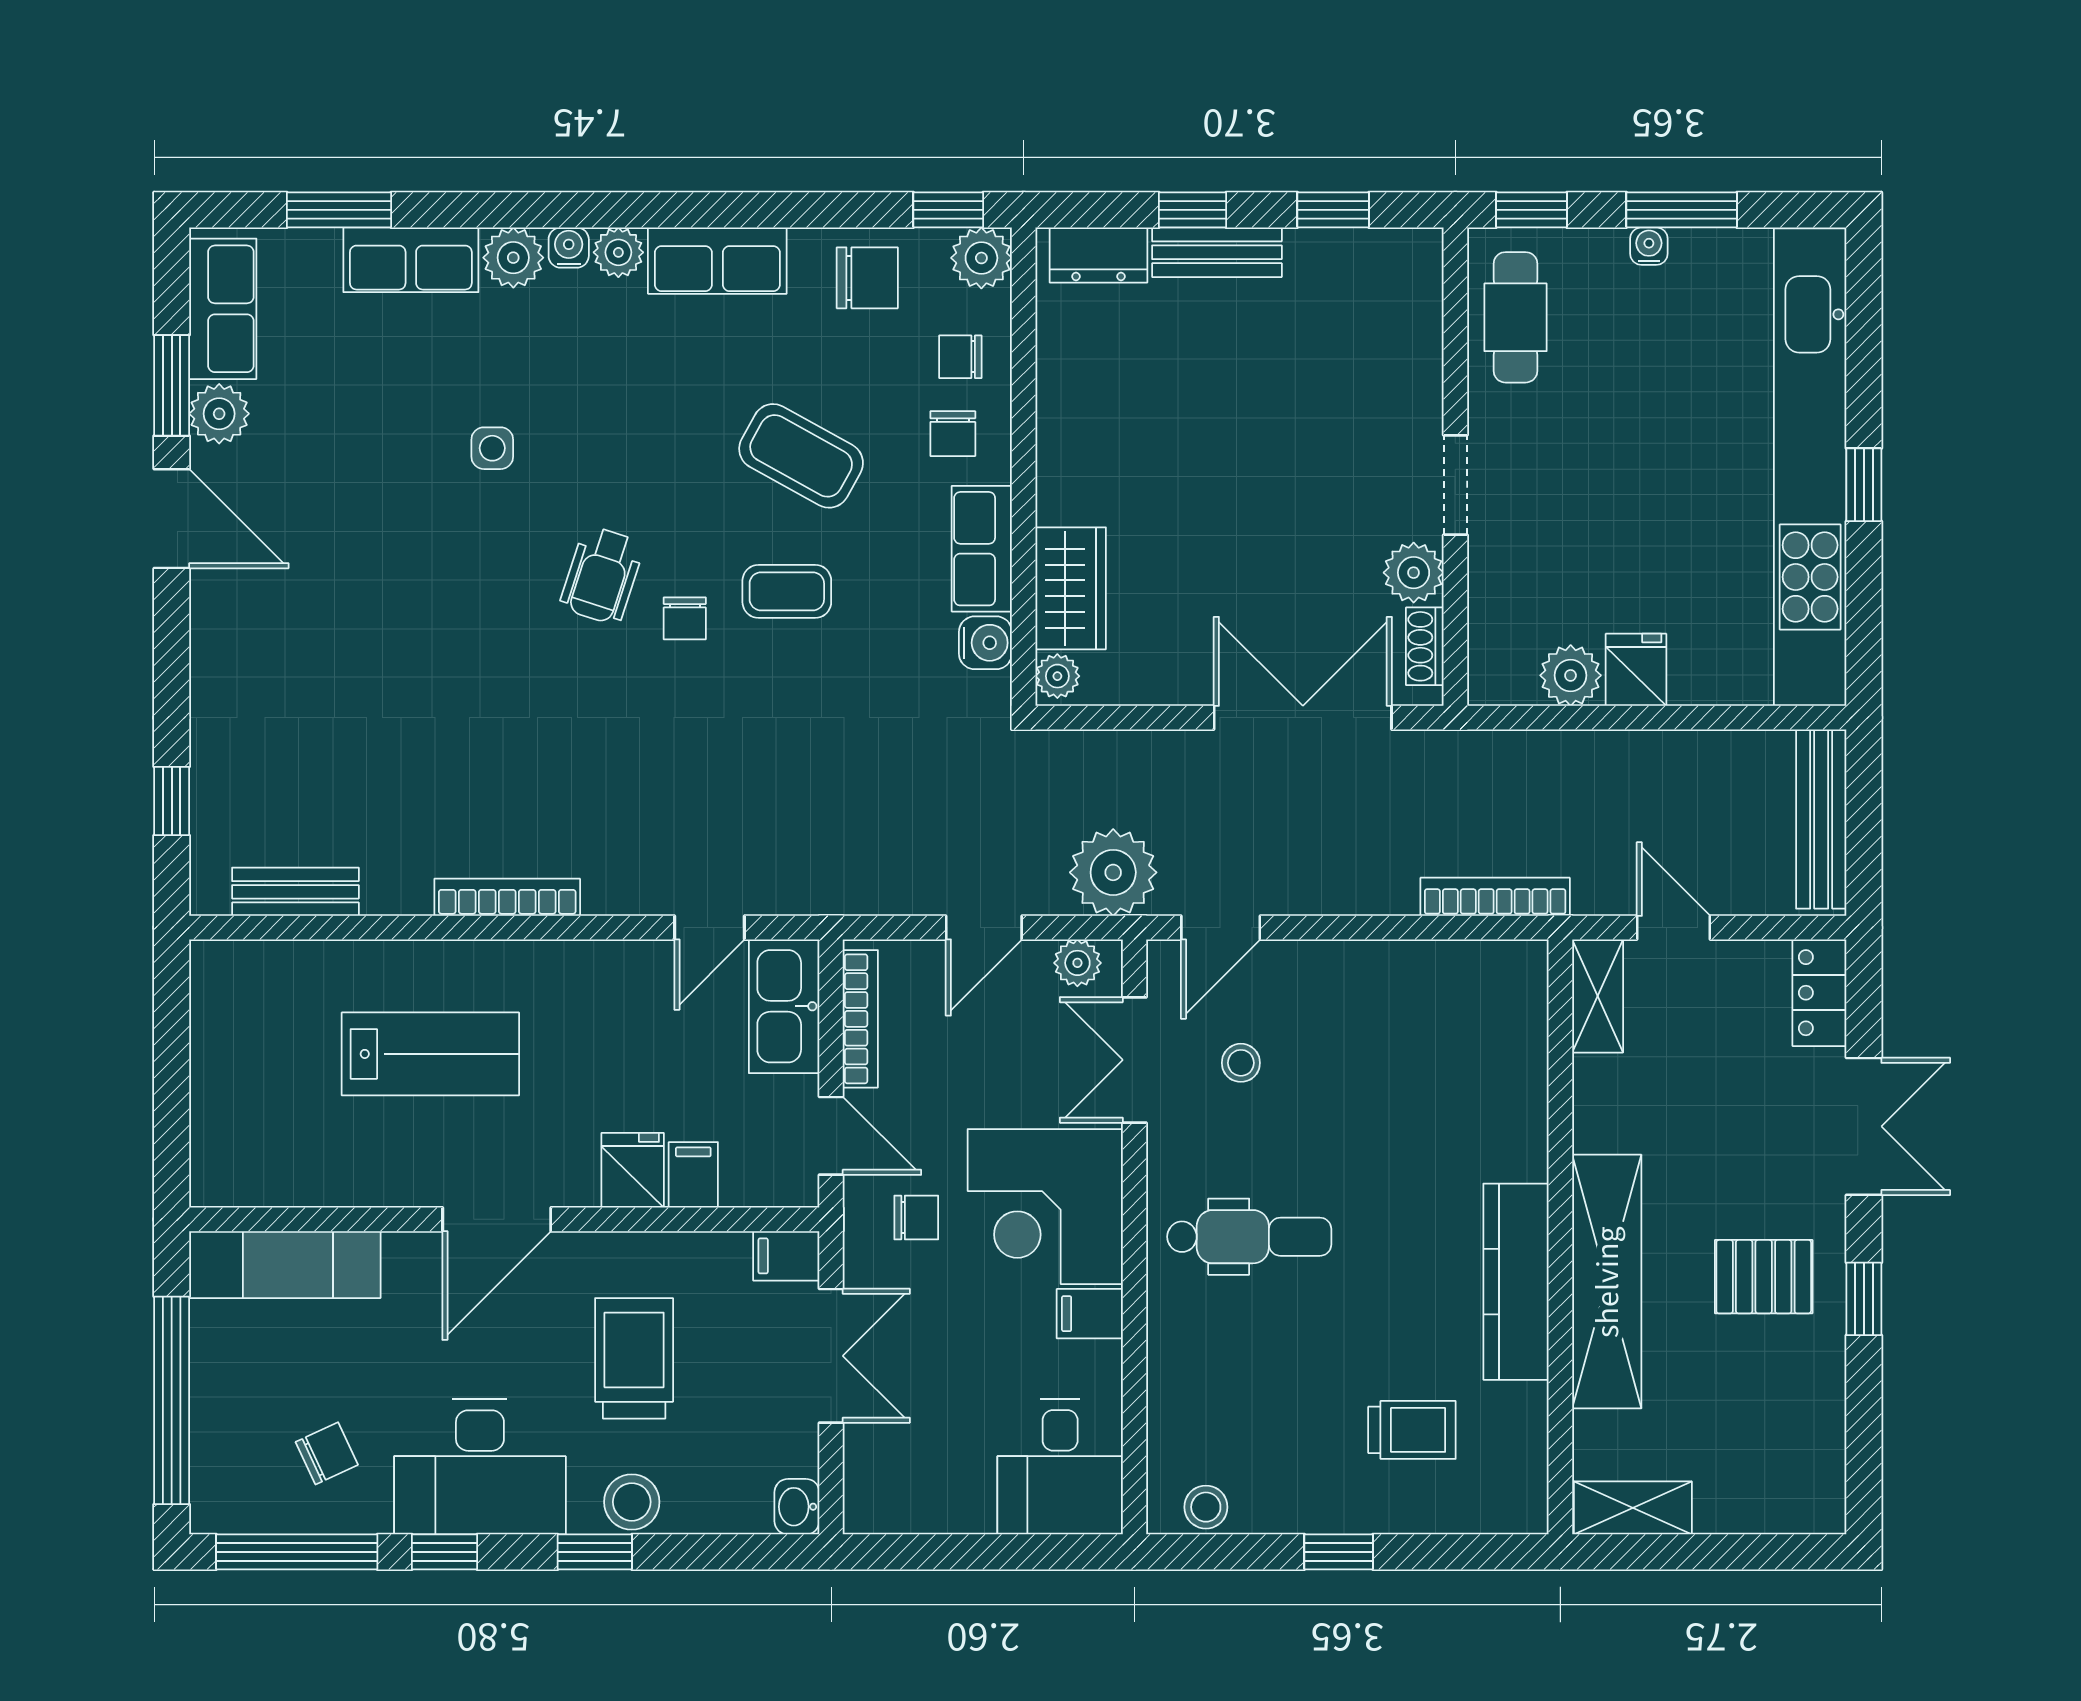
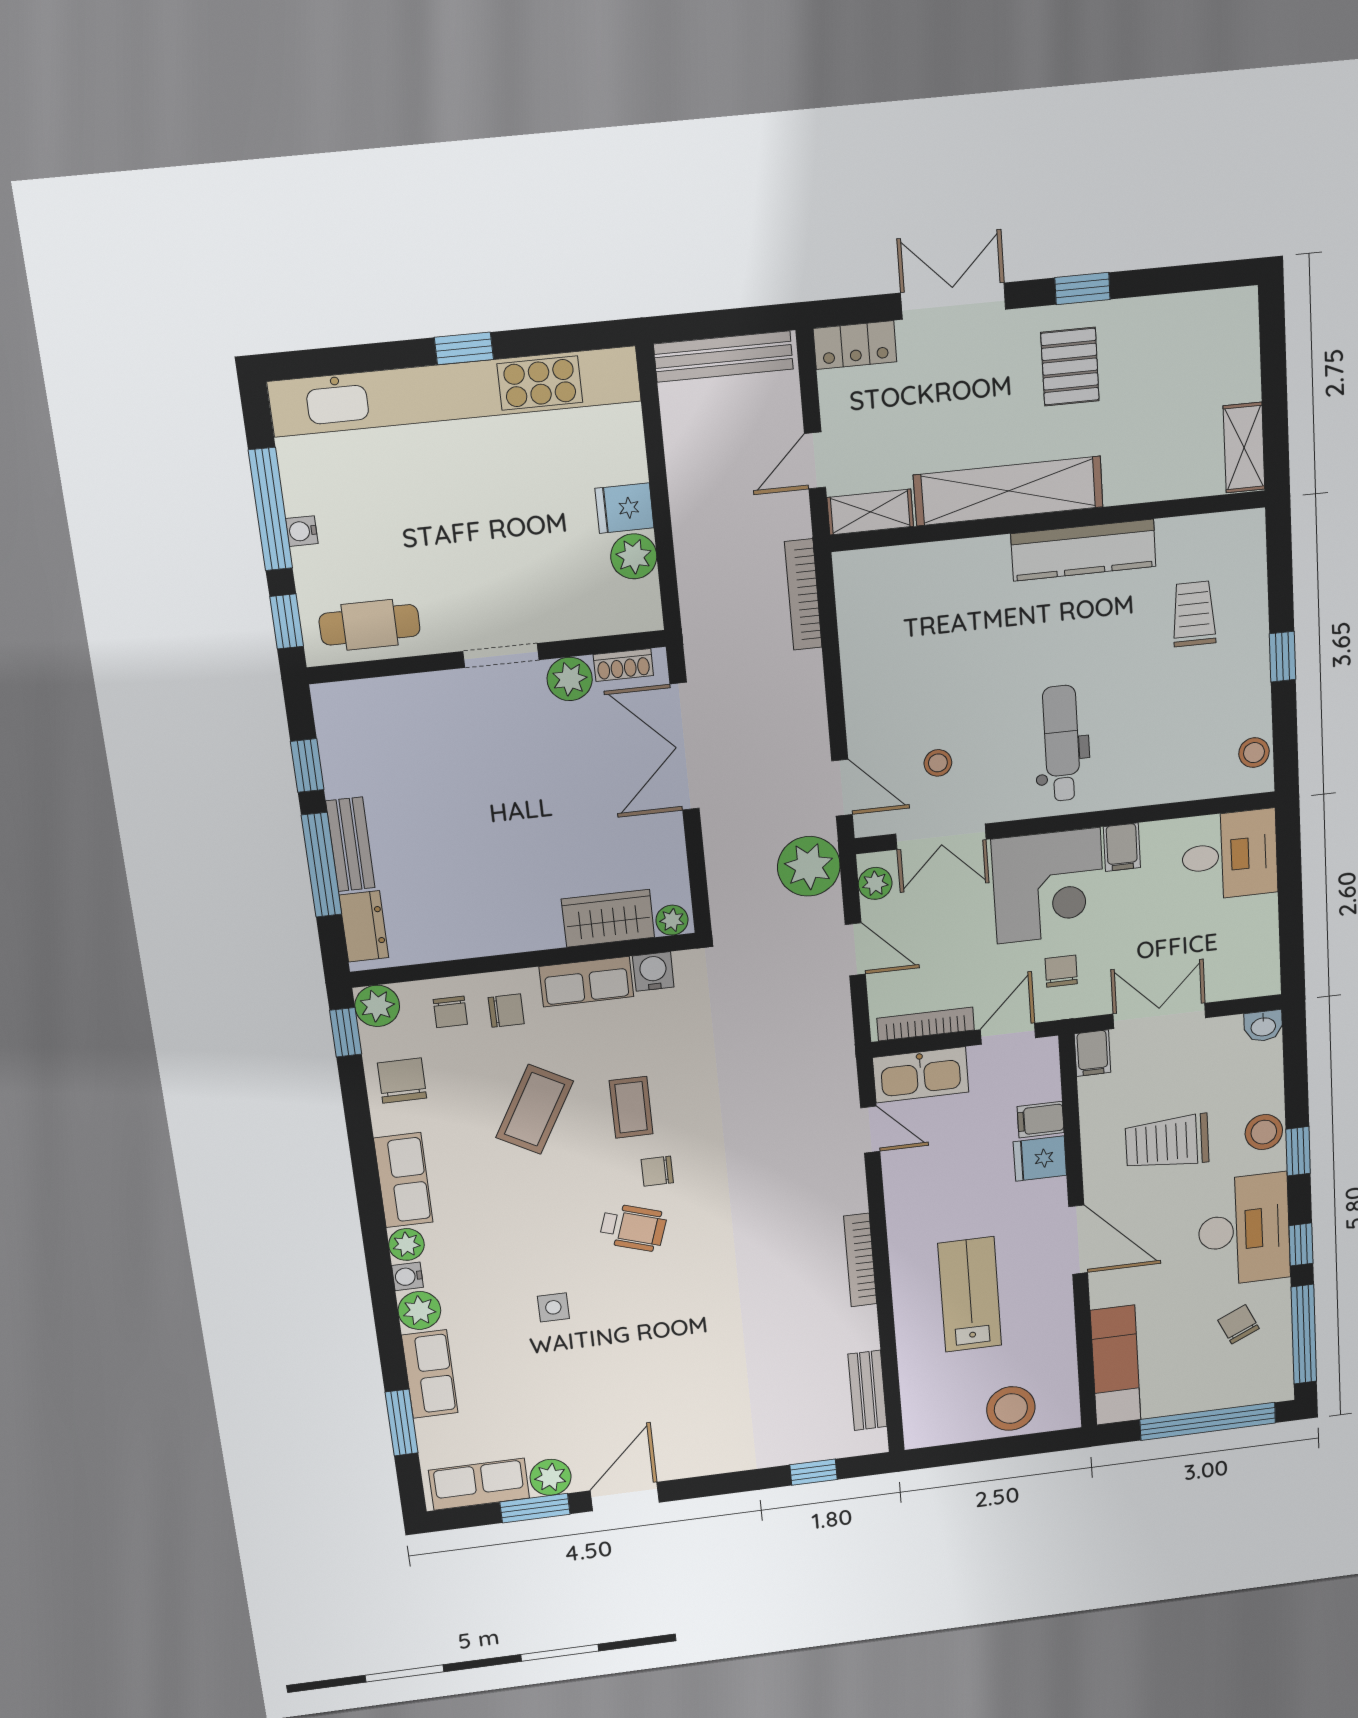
window: (1193, 210) -> (322, 865), width x2.17
window: (1682, 210) -> (270, 509), width x1.44
chair: (685, 618) -> (657, 1171), turned 180
stool: (235, 1103) -> (1011, 1409), added
shelving: (1607, 1282) -> (1008, 491), moved

